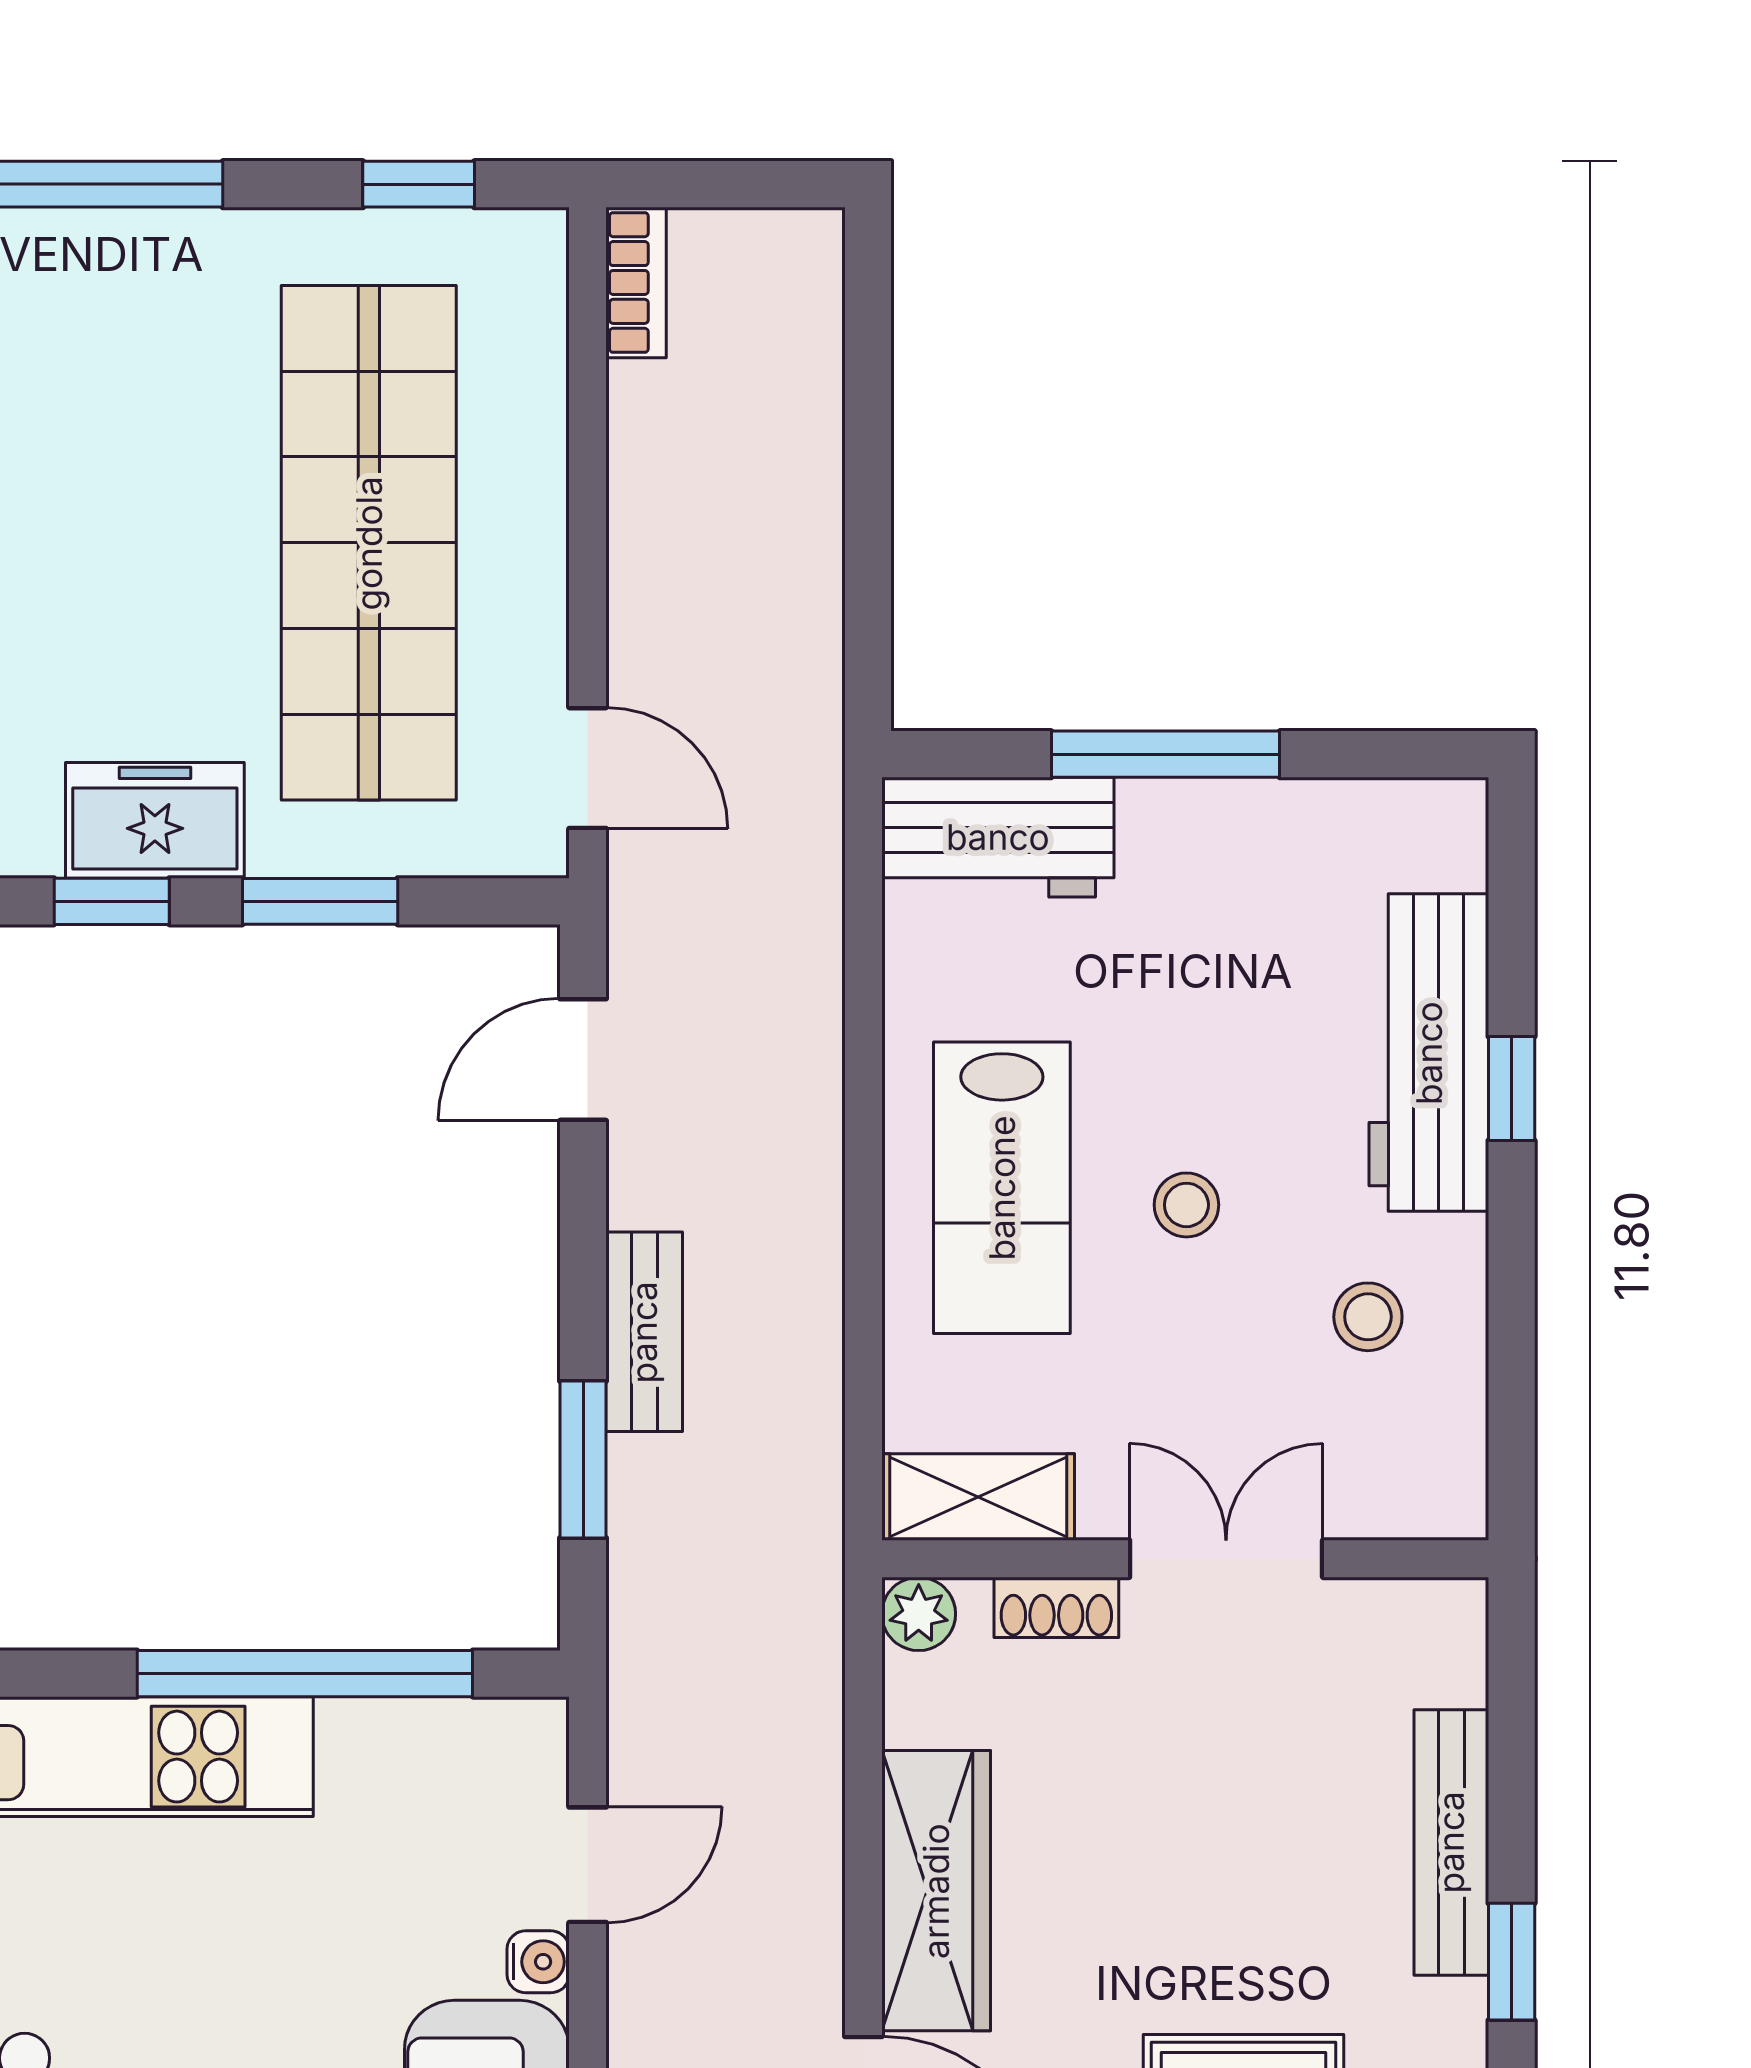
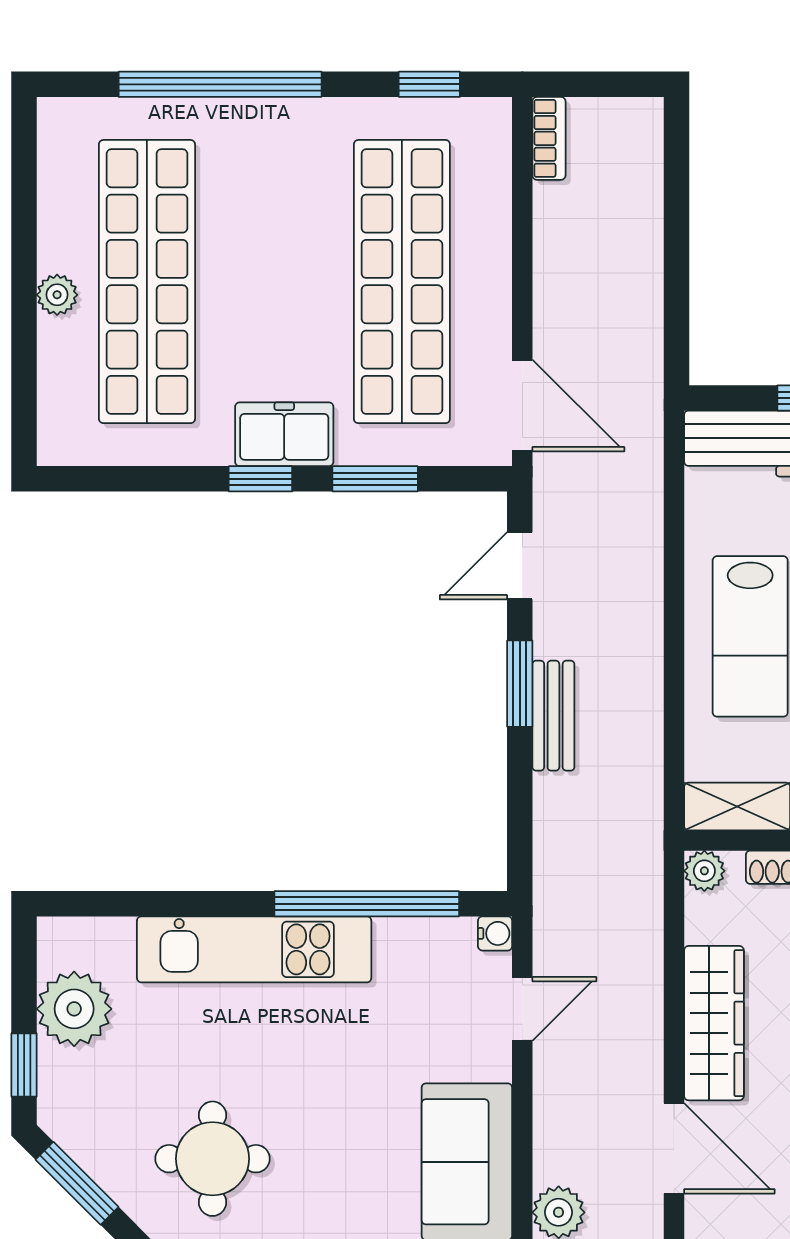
door: (588, 768) -> (522, 405), width x1.38
window: (583, 1460) -> (520, 684), moved
water cooler: (538, 1962) -> (495, 933), moved

